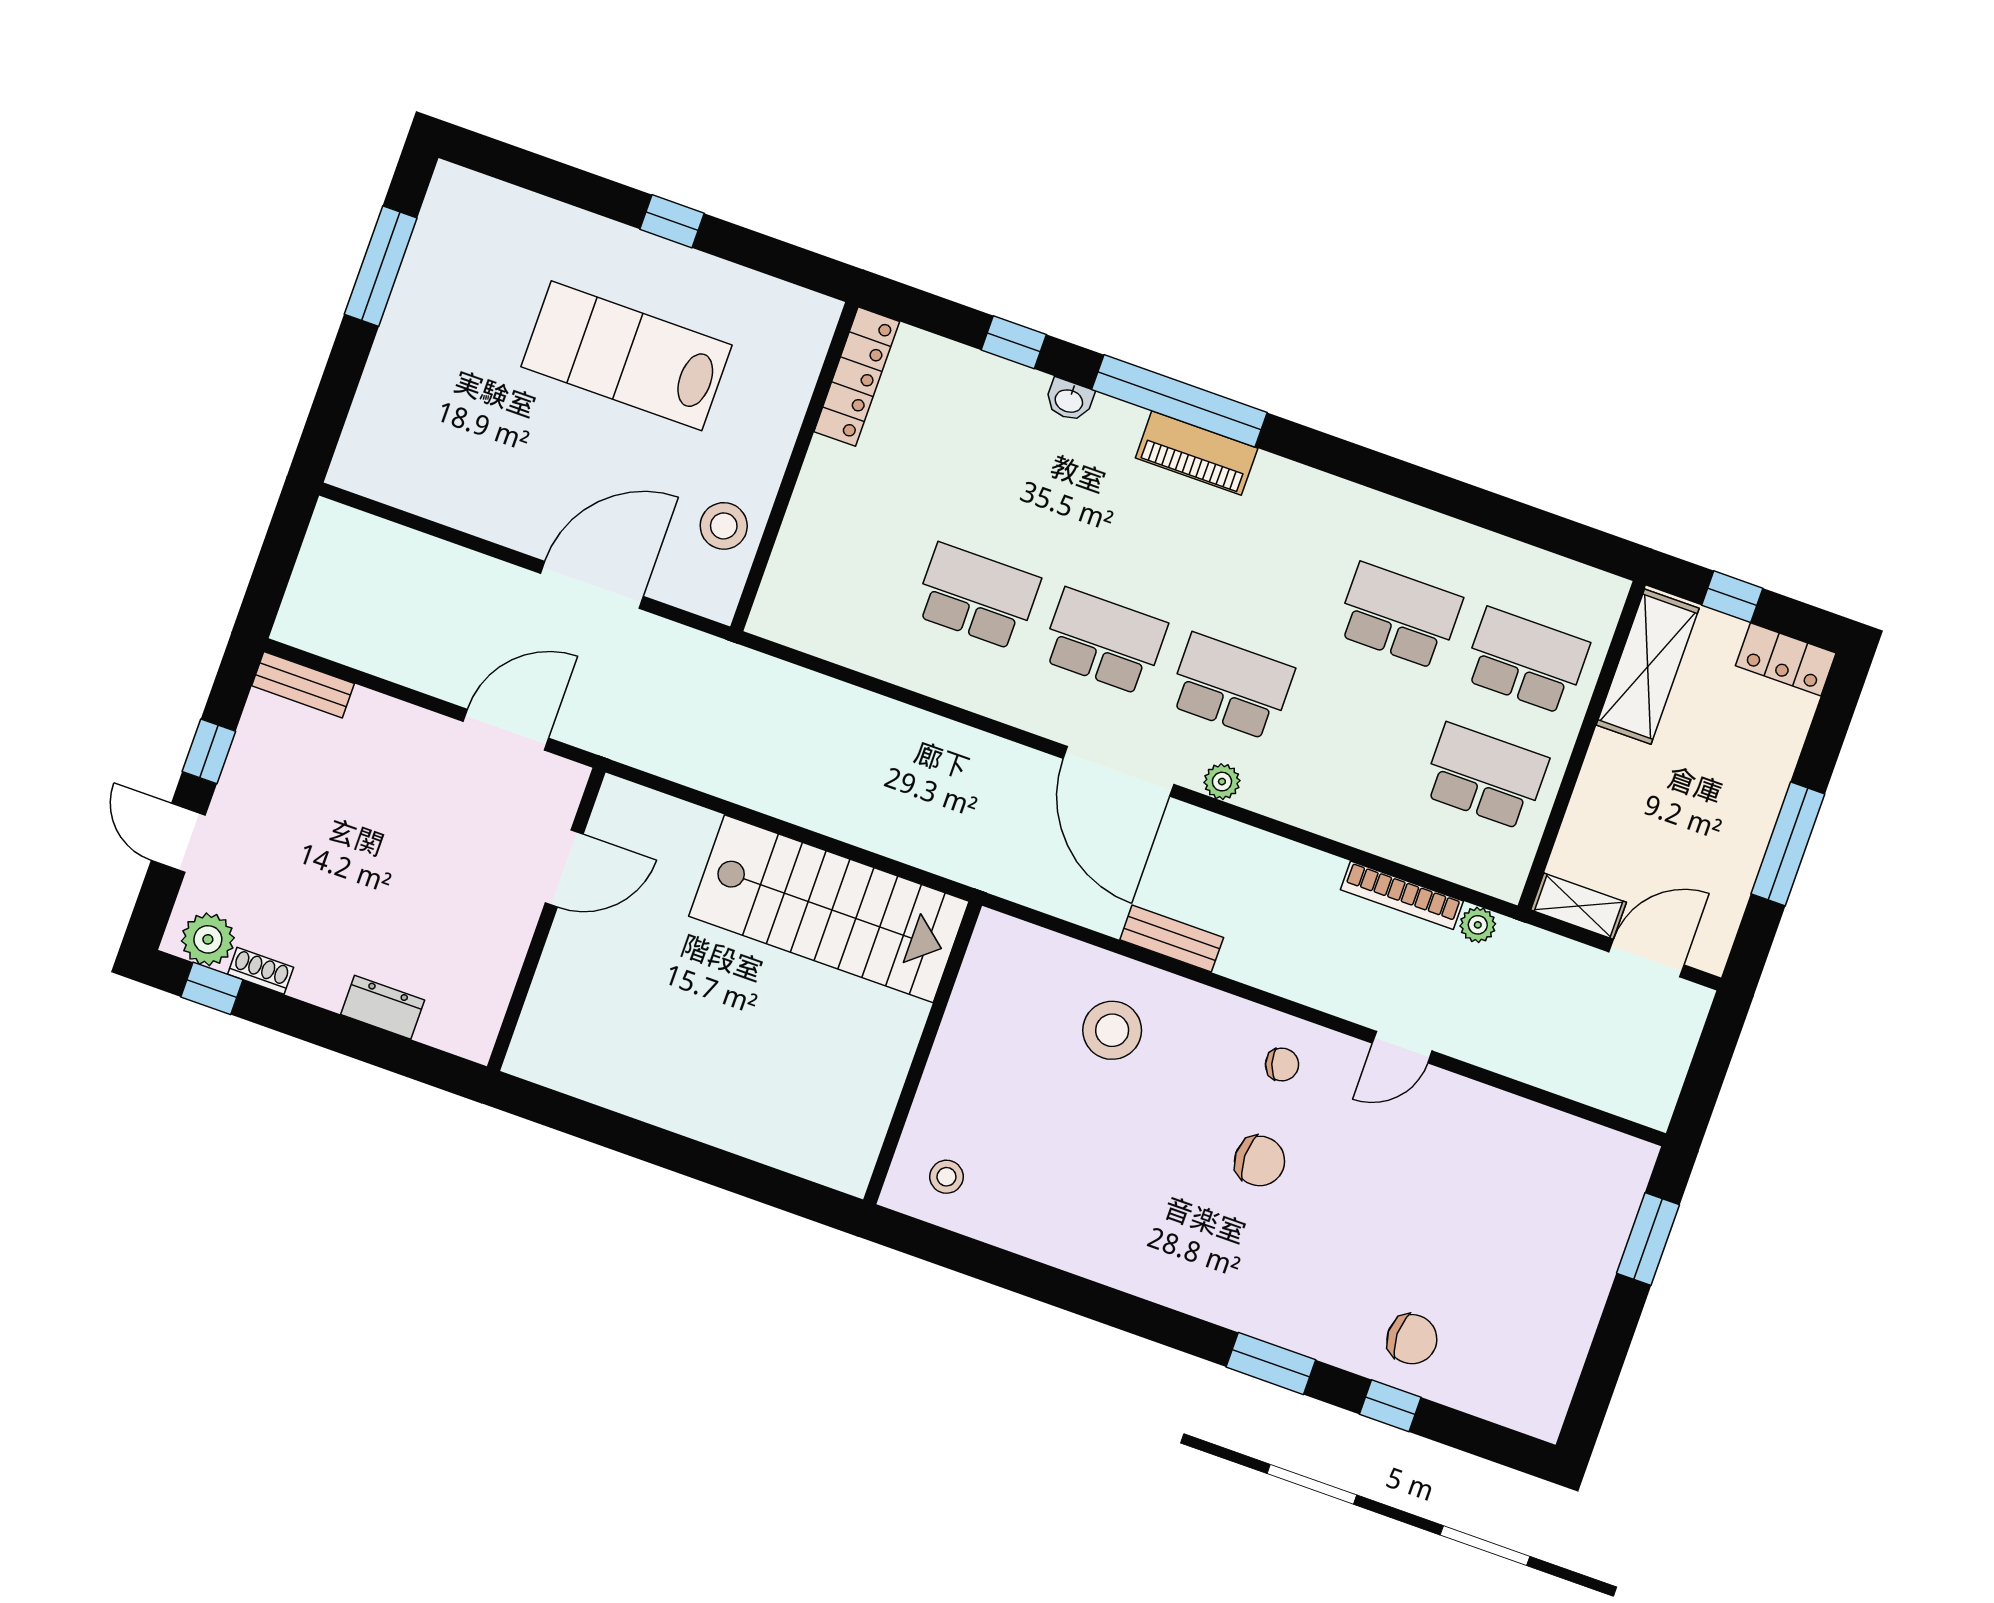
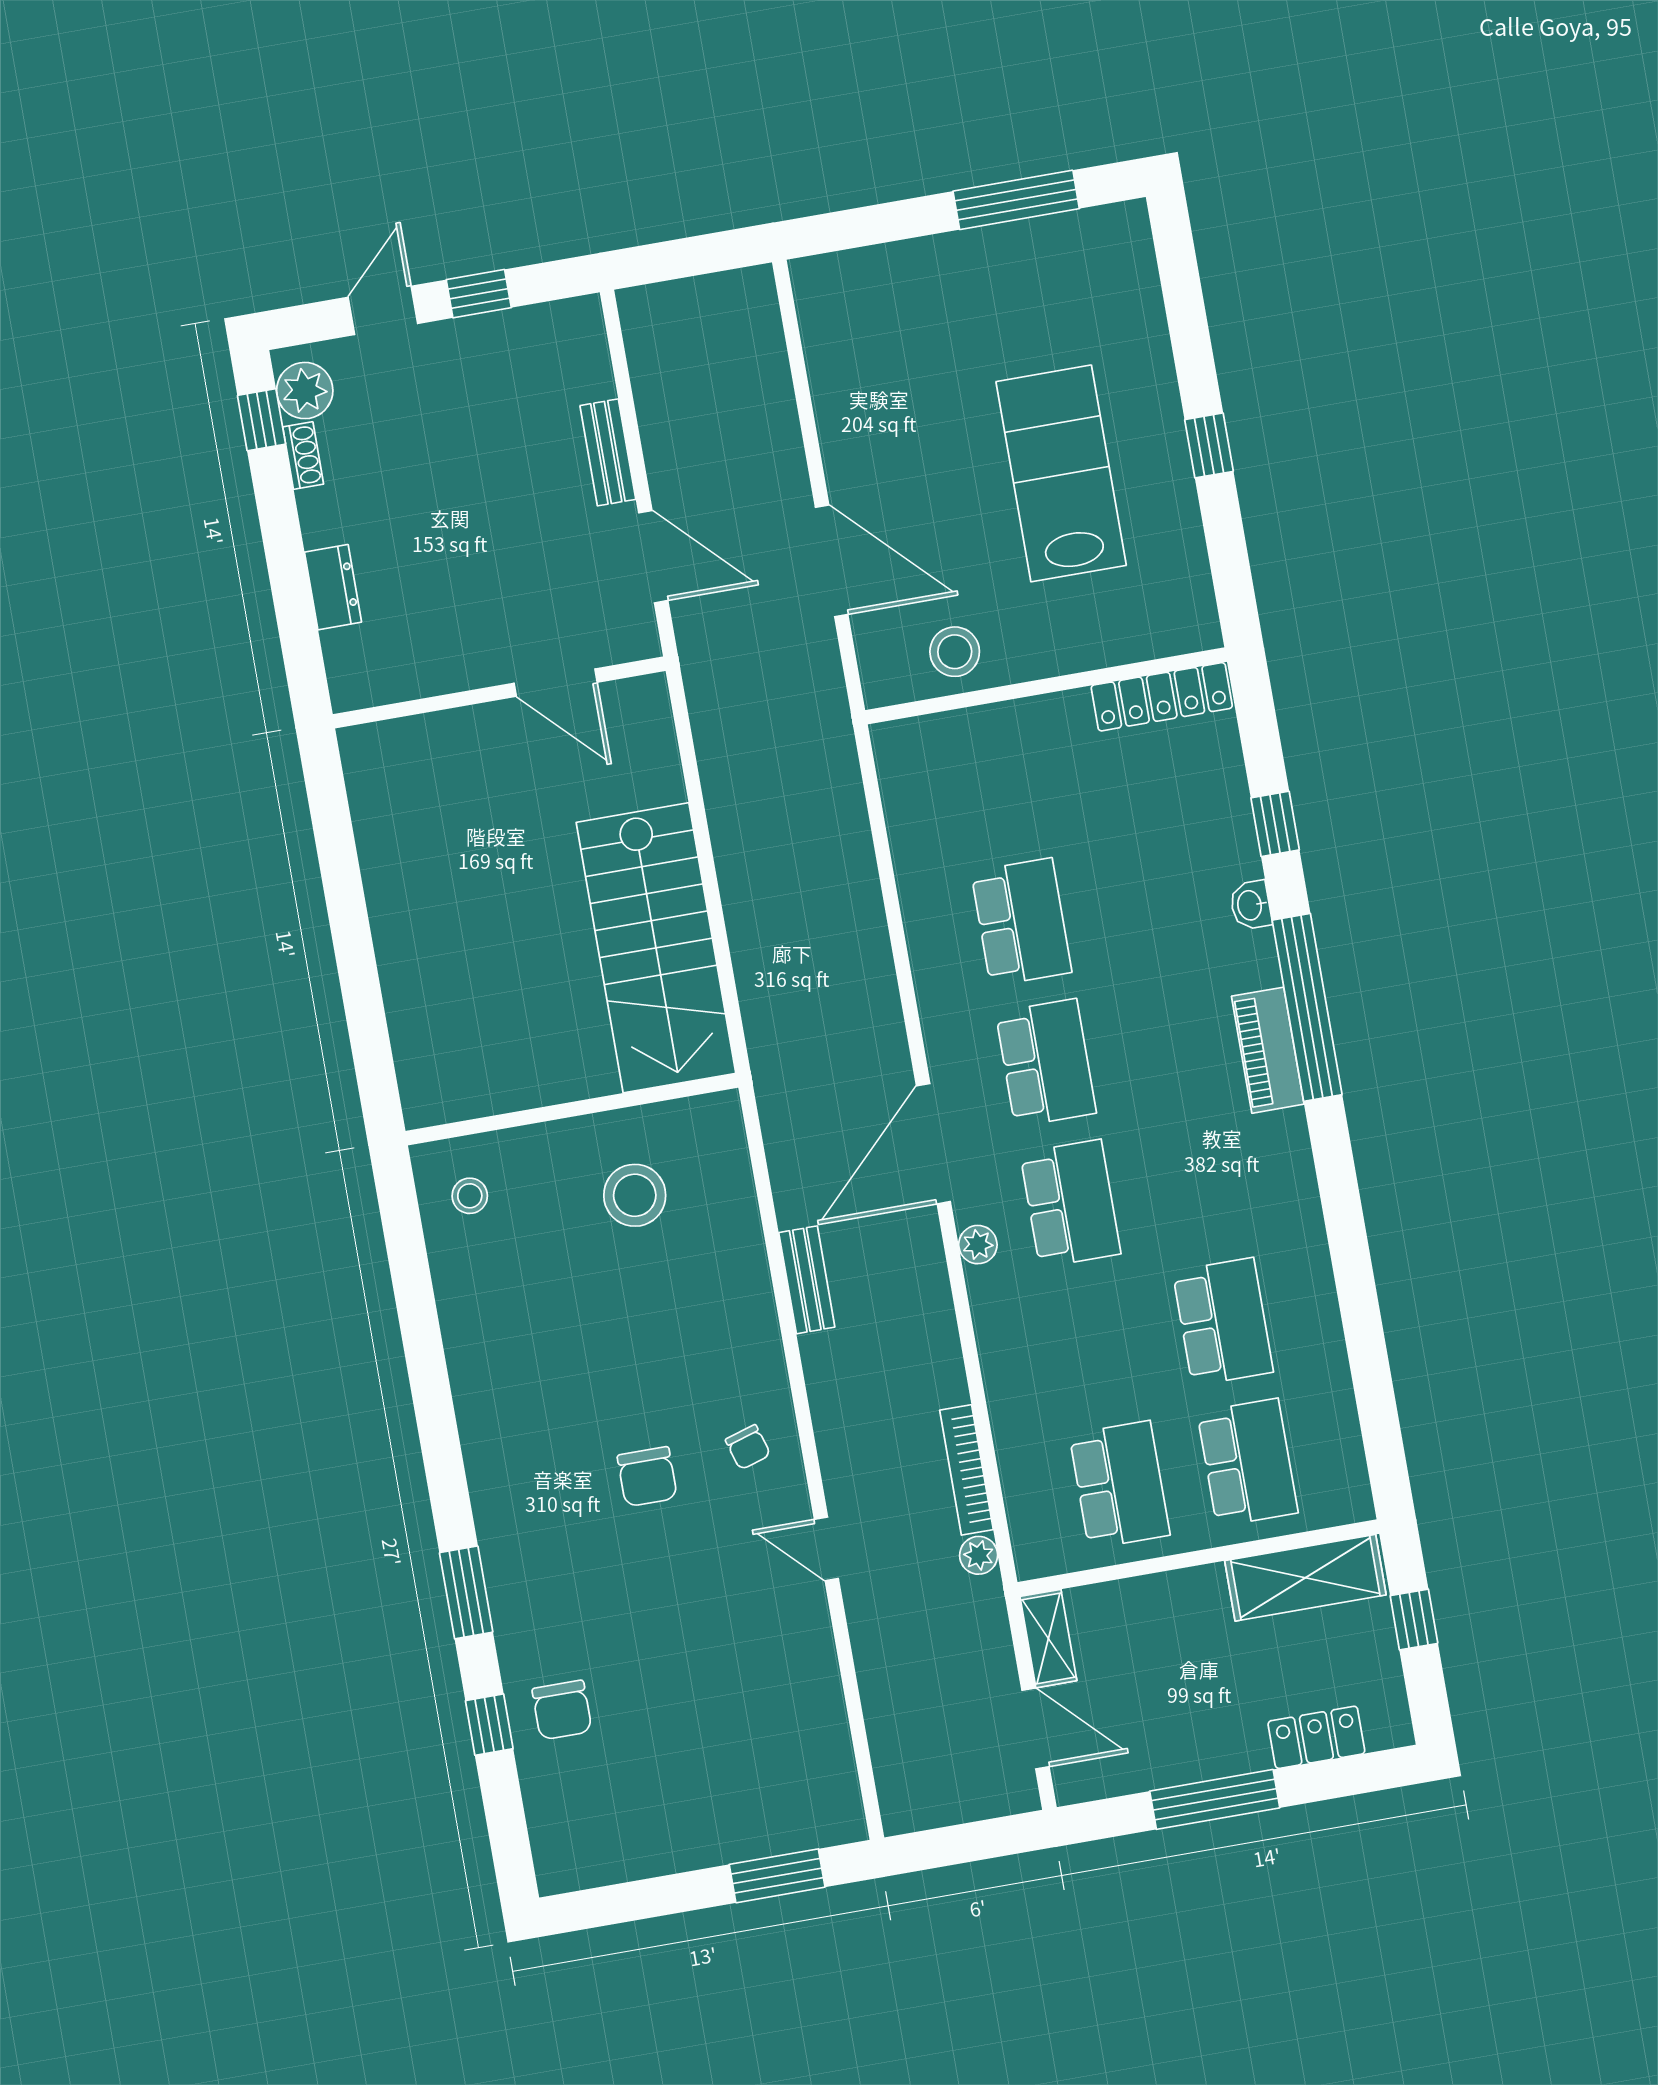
locker: (1786, 659) -> (1316, 1737), moved, turned 90
bench: (303, 685) -> (608, 452), moved
stool: (1112, 1030) -> (635, 1195), moved

